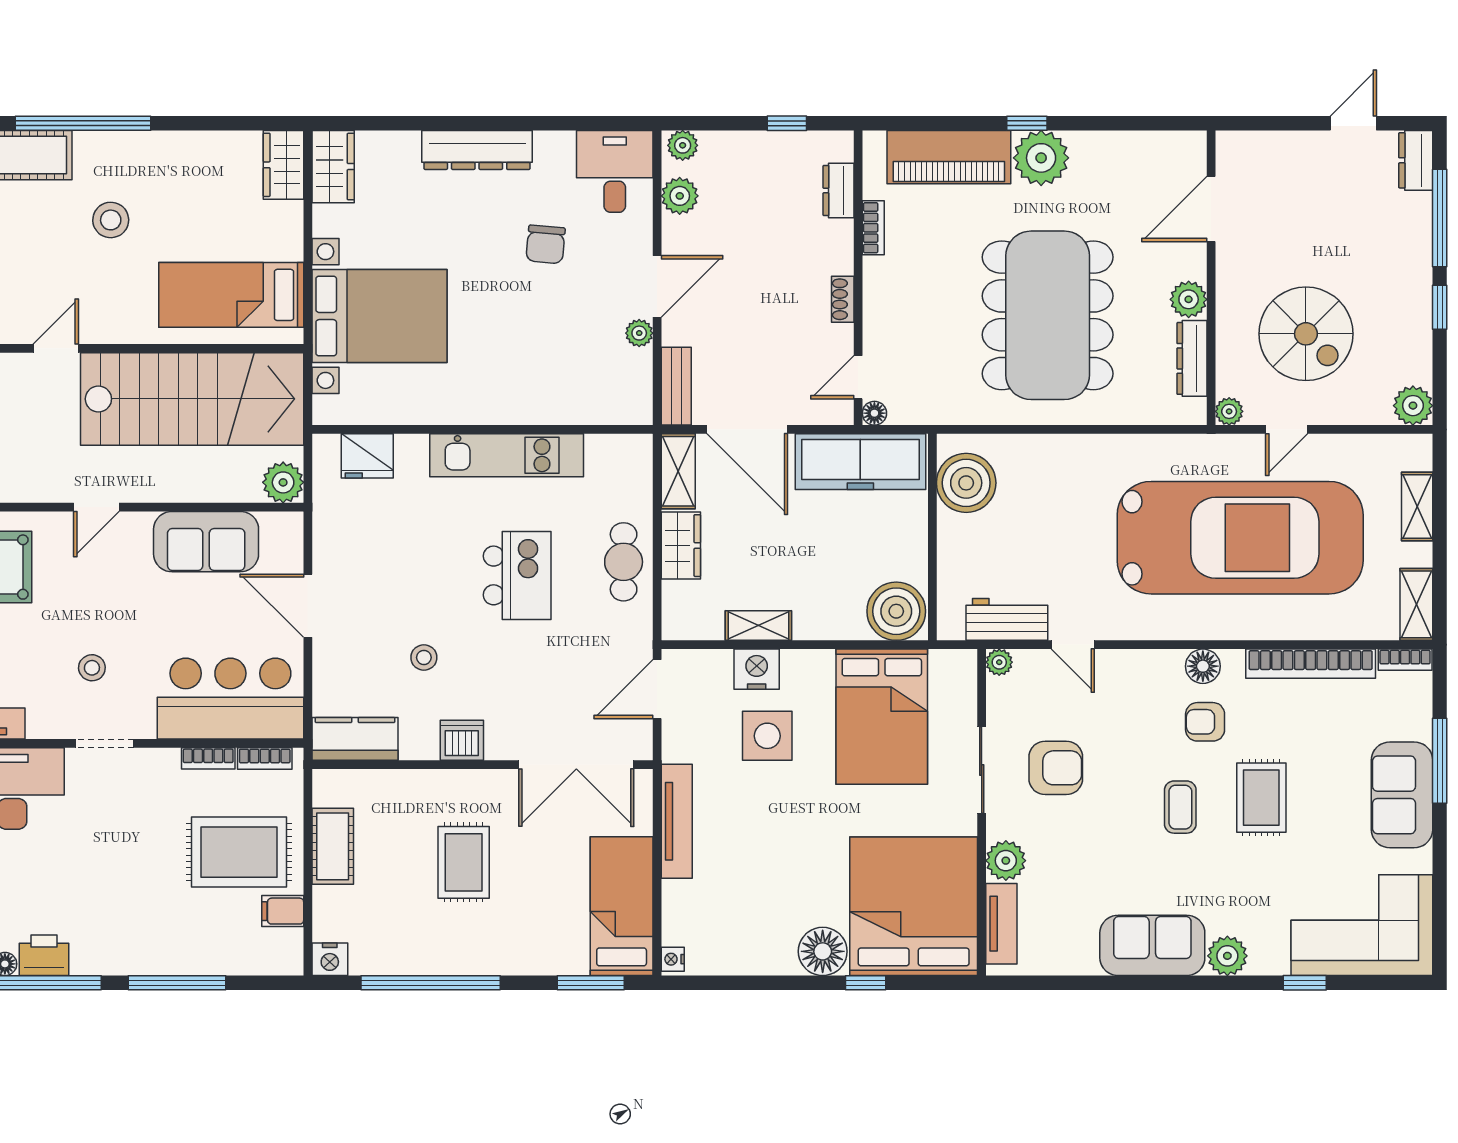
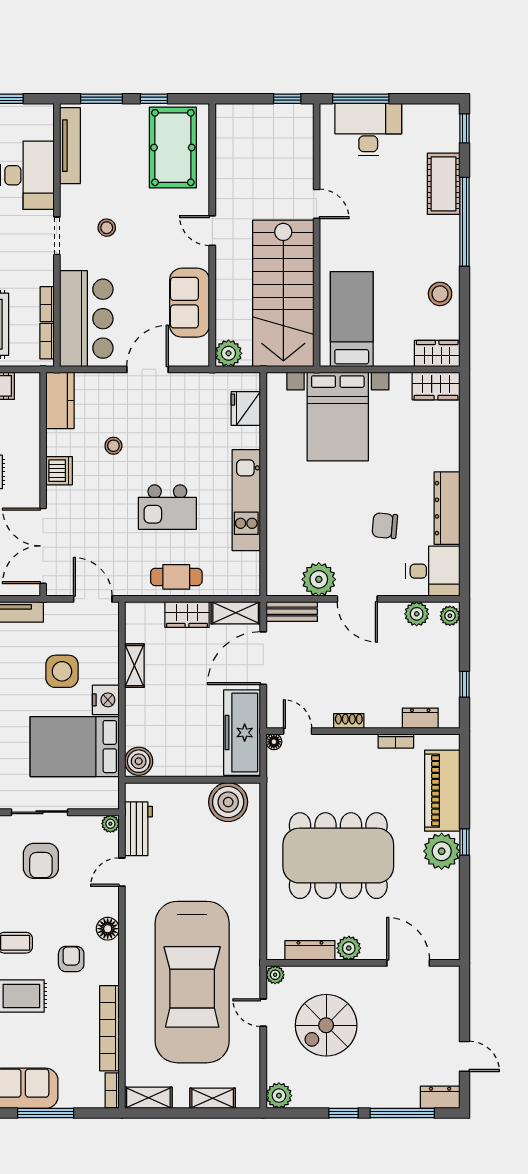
dresser: (477, 150) -> (447, 508), moved
stool: (111, 220) -> (440, 294), moved
plant: (639, 333) -> (319, 579), width x1.87, depth x1.87
boiler: (896, 611) -> (139, 761), width x0.73, depth x0.73
floor lamp: (1203, 666) -> (108, 929), moved
nightstand: (757, 669) -> (106, 700), moved

